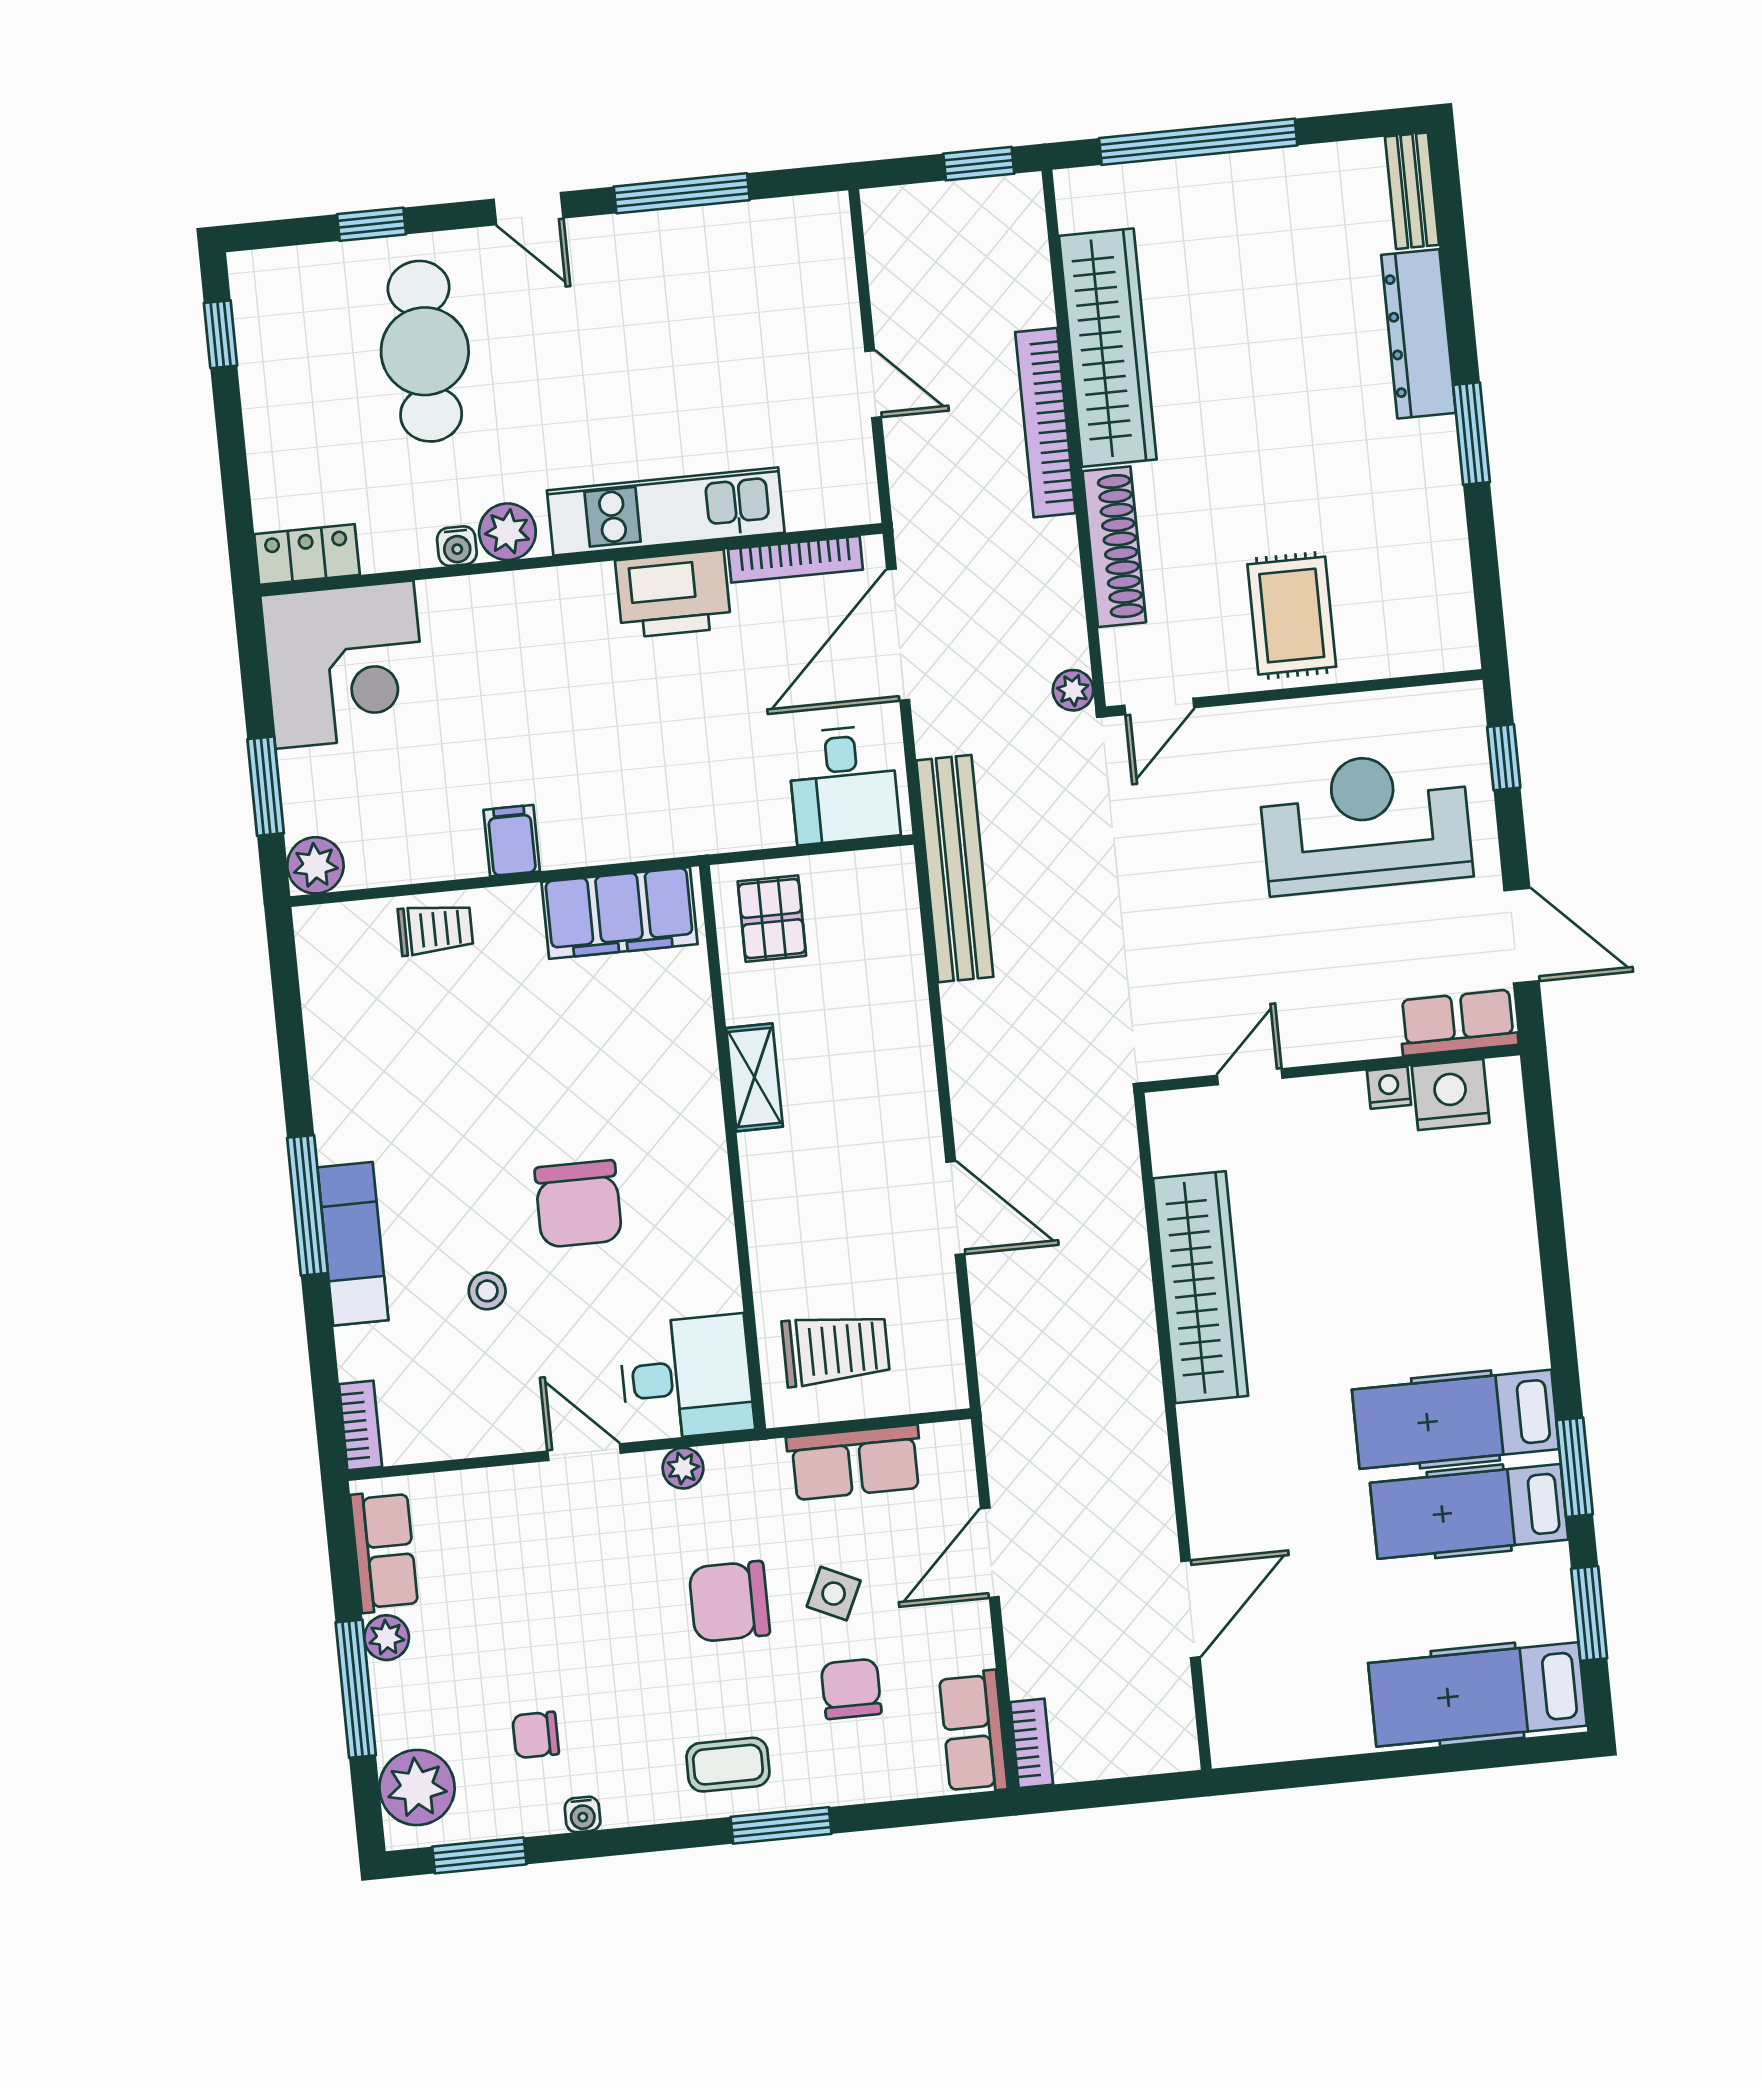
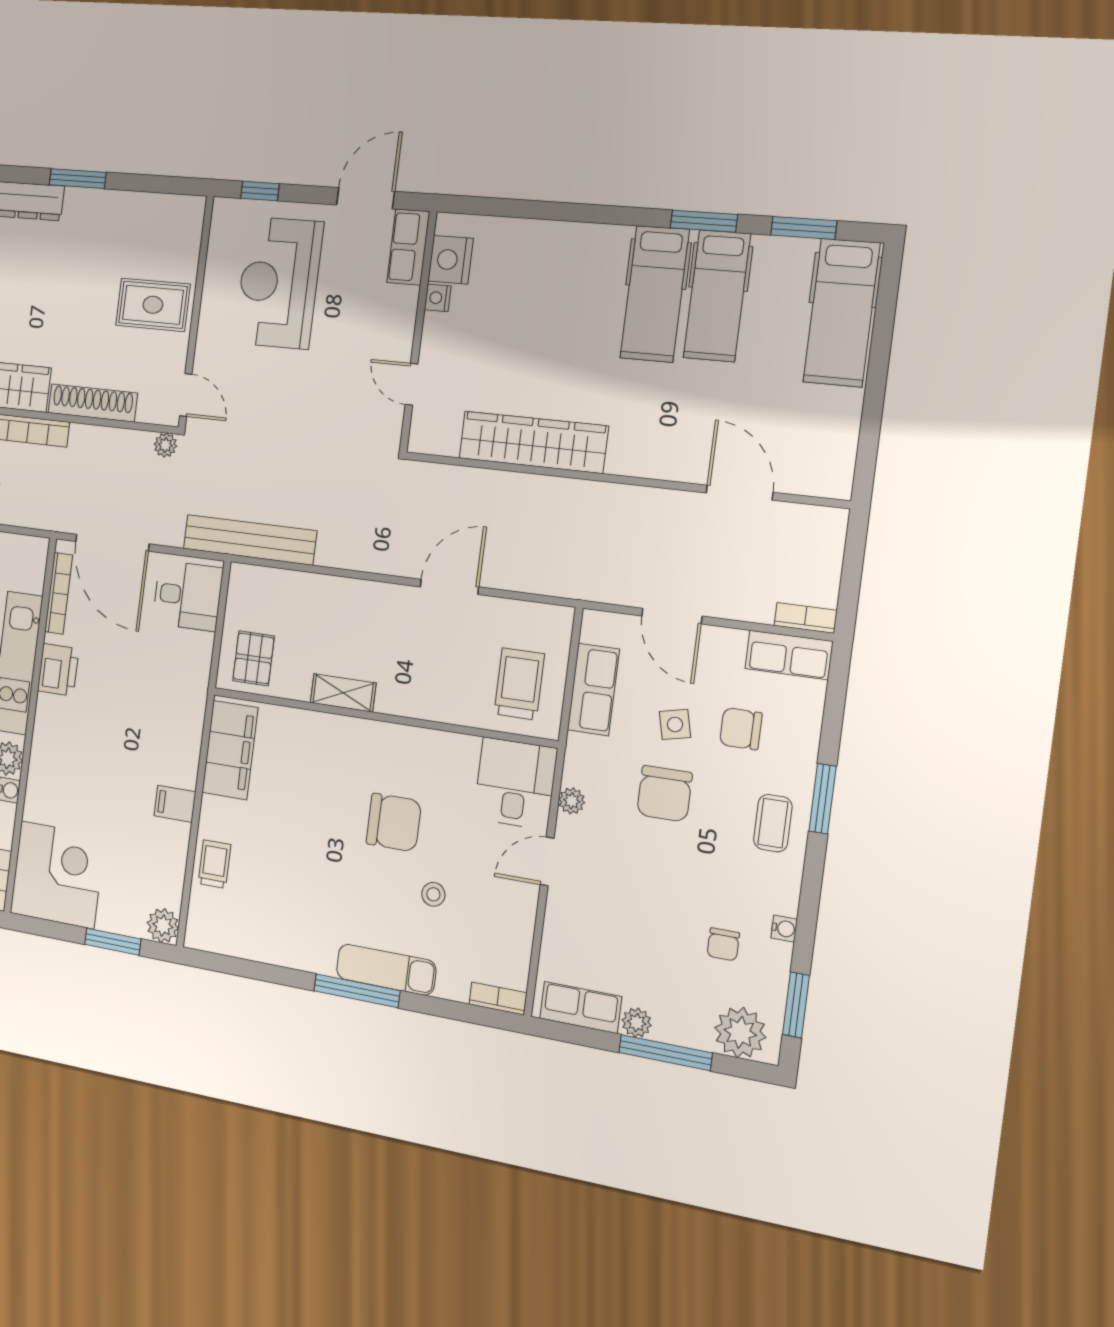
printer: (673, 594) -> (58, 670), width x0.73, depth x0.84
pallet: (772, 919) -> (253, 658), turned 90
side table: (834, 1594) -> (675, 724), turned -38

